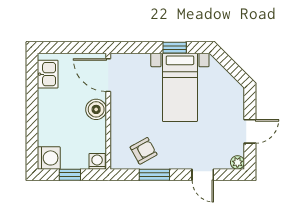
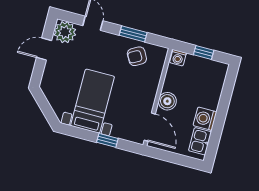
window: (175, 48) -> (107, 140), moved
washing machine: (49, 158) -> (205, 119), moved
plant: (237, 162) -> (65, 32), width x1.87, depth x1.87

